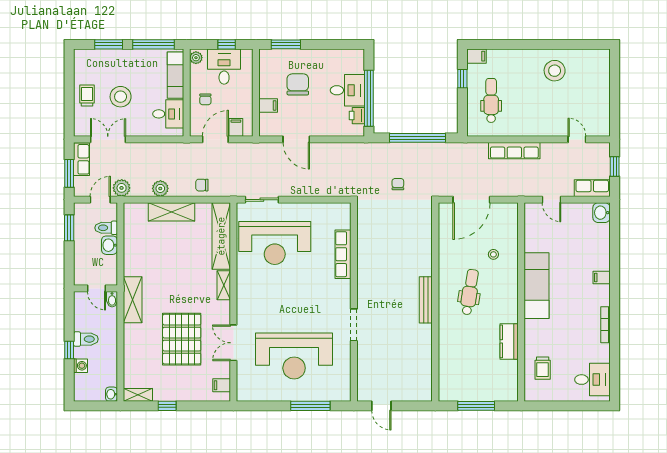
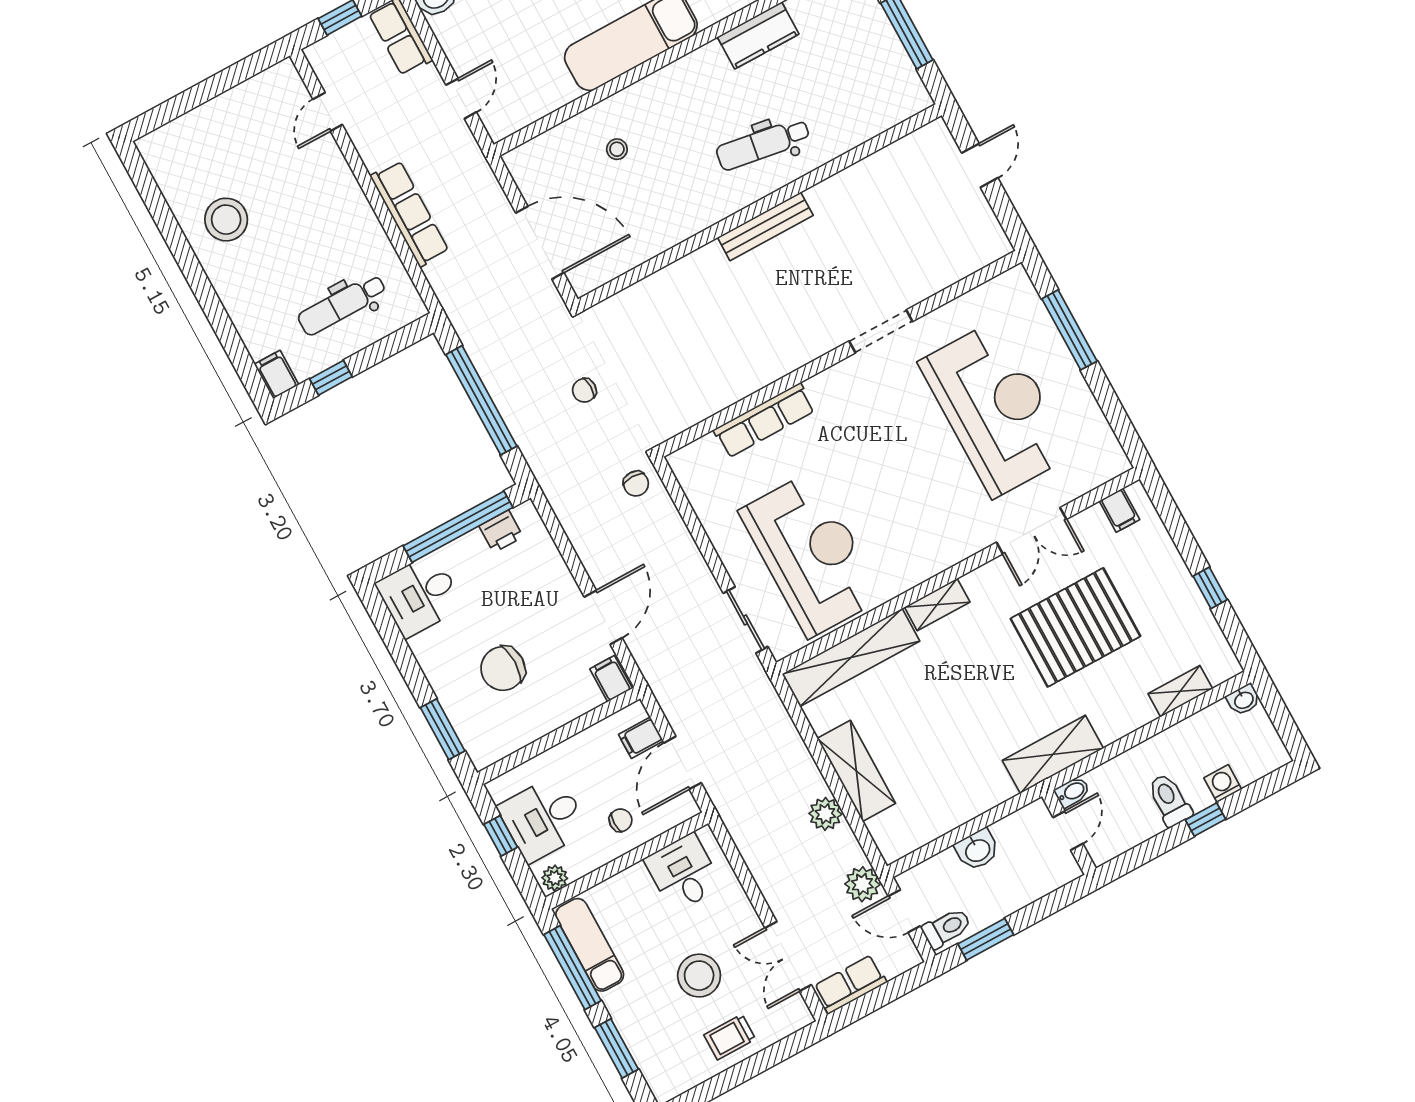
exam couch: (176, 75) -> (590, 945), moved, turned -90
desk: (347, 90) -> (420, 595), moved, turned -90
filing cabinet: (268, 105) -> (611, 679), moved
door: (215, 139) -> (683, 763), hinge flipped
window: (69, 173) -> (888, 993), removed
chair: (202, 185) -> (636, 484), moved
toilet: (106, 228) -> (947, 928), moved, turned -90
dental chair: (470, 292) -> (763, 144), moved
shelving: (138, 395) -> (1180, 691), moved, turned 90
door: (381, 406) -> (980, 165), moved

